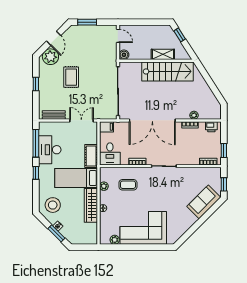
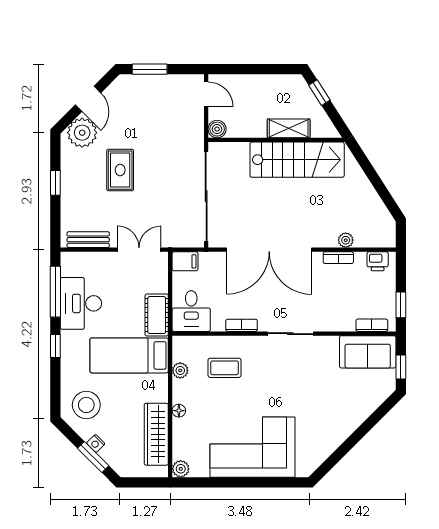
sofa: (204, 202) -> (368, 352), moved, turned -135
wardrobe: (91, 205) -> (156, 434), moved
plant: (115, 240) -> (181, 469), moved

